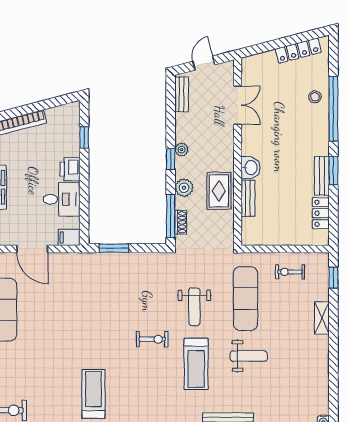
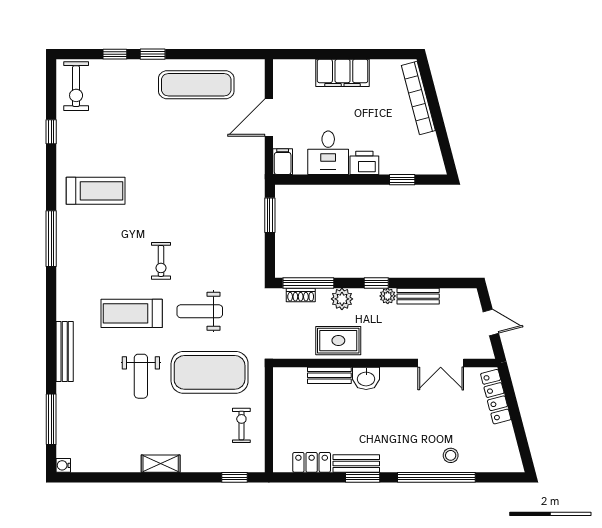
locker: (298, 51) -> (496, 397), moved
bench: (182, 94) -> (418, 296), moved
exercise mat: (246, 299) -> (210, 372), width x1.47
shelving: (322, 318) -> (161, 464), moved

